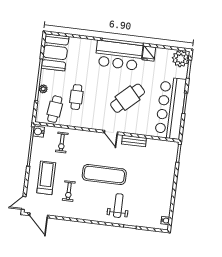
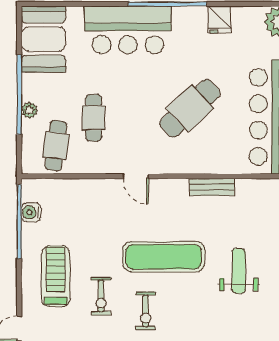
bar counter: (119, 55) -> (128, 30), moved
water cooler: (39, 132) -> (31, 212), moved
door: (111, 132) -> (136, 176), moved
exercise bike: (62, 142) -> (146, 311), moved
weight bench: (118, 206) -> (239, 271), moved

